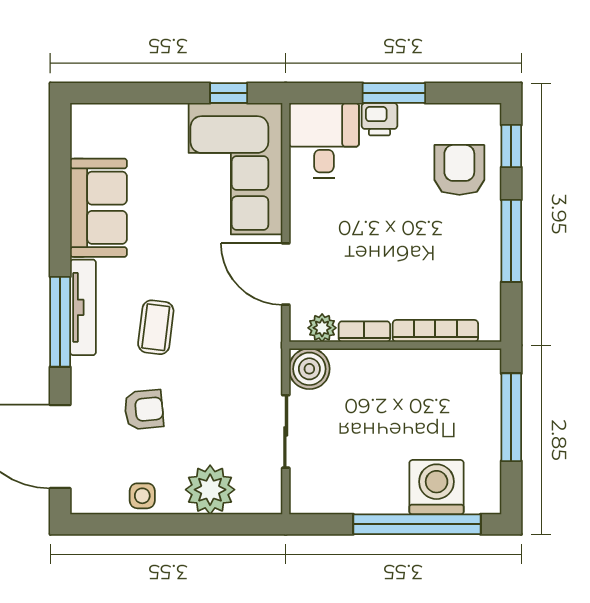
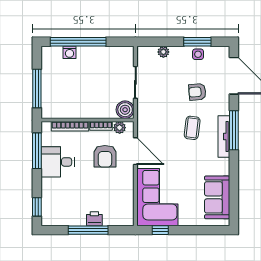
window: (394, 93) -> (88, 230), width x1.44
desk: (324, 141) -> (58, 162), moved, turned 90
armchair: (459, 170) -> (105, 156), moved
sofa: (99, 208) -> (217, 197), moved
window: (511, 241) -> (37, 151), moved
washing machine: (437, 487) -> (70, 52), width x0.53, depth x0.53
plant: (210, 490) -> (163, 52), width x0.53, depth x0.53
window: (144, 524) -> (197, 42), added

